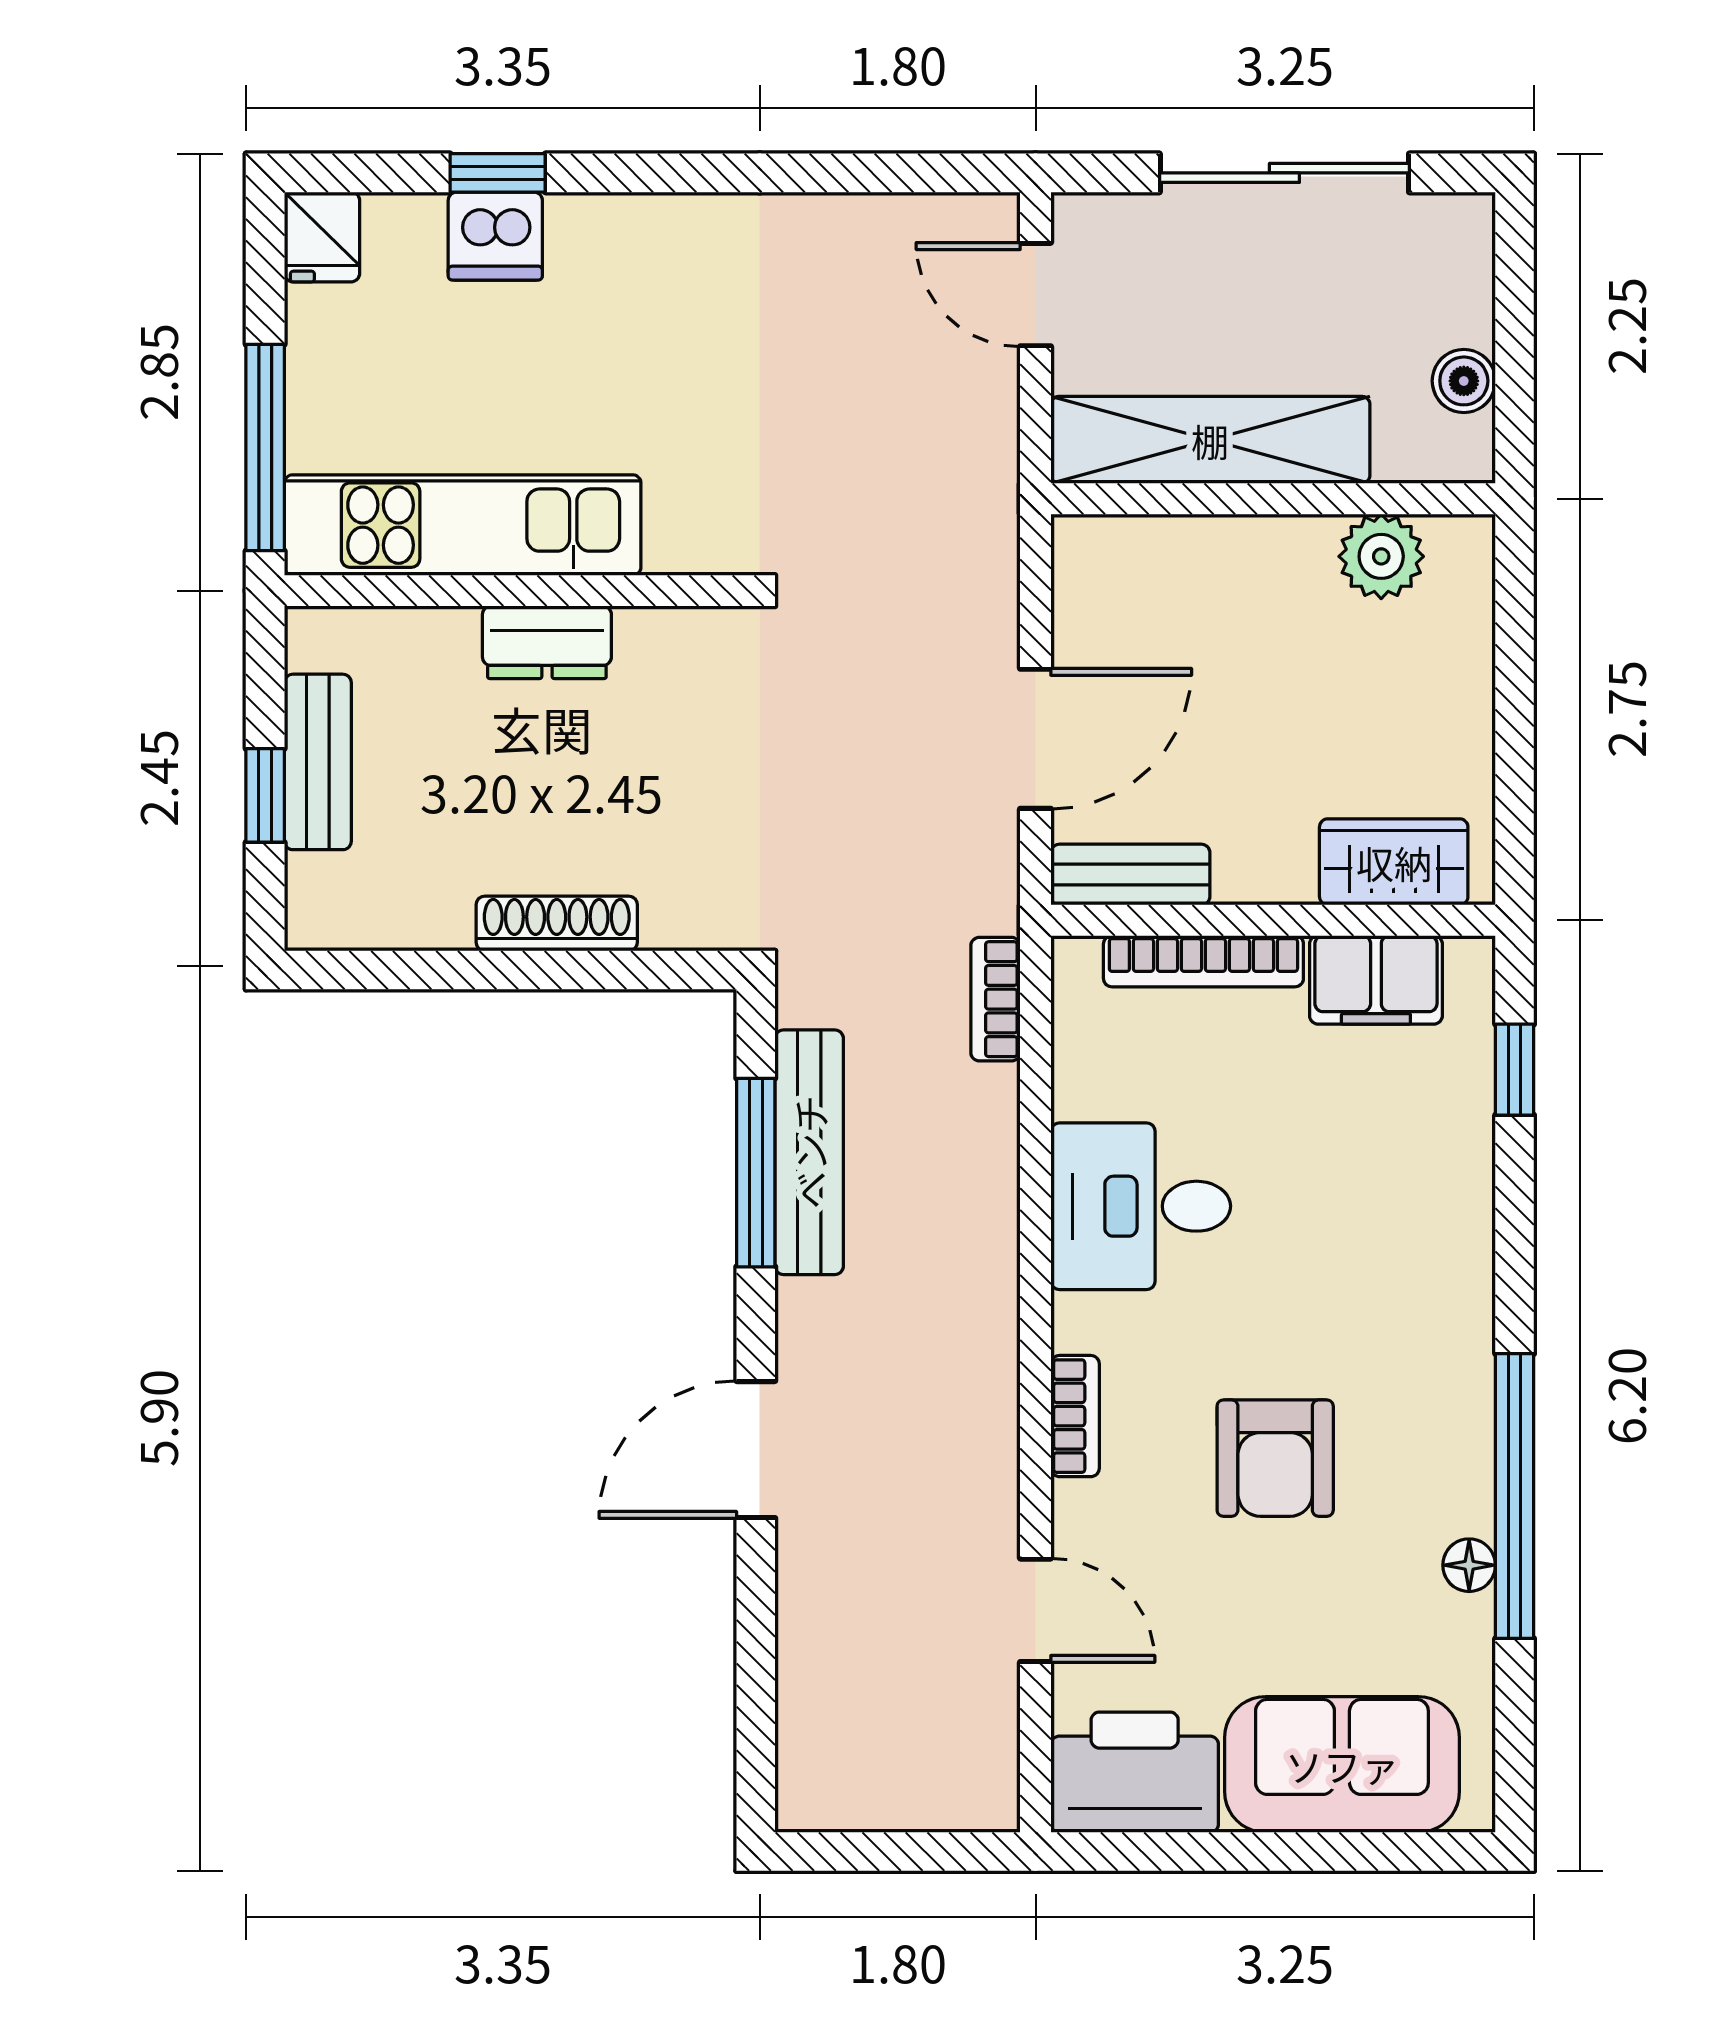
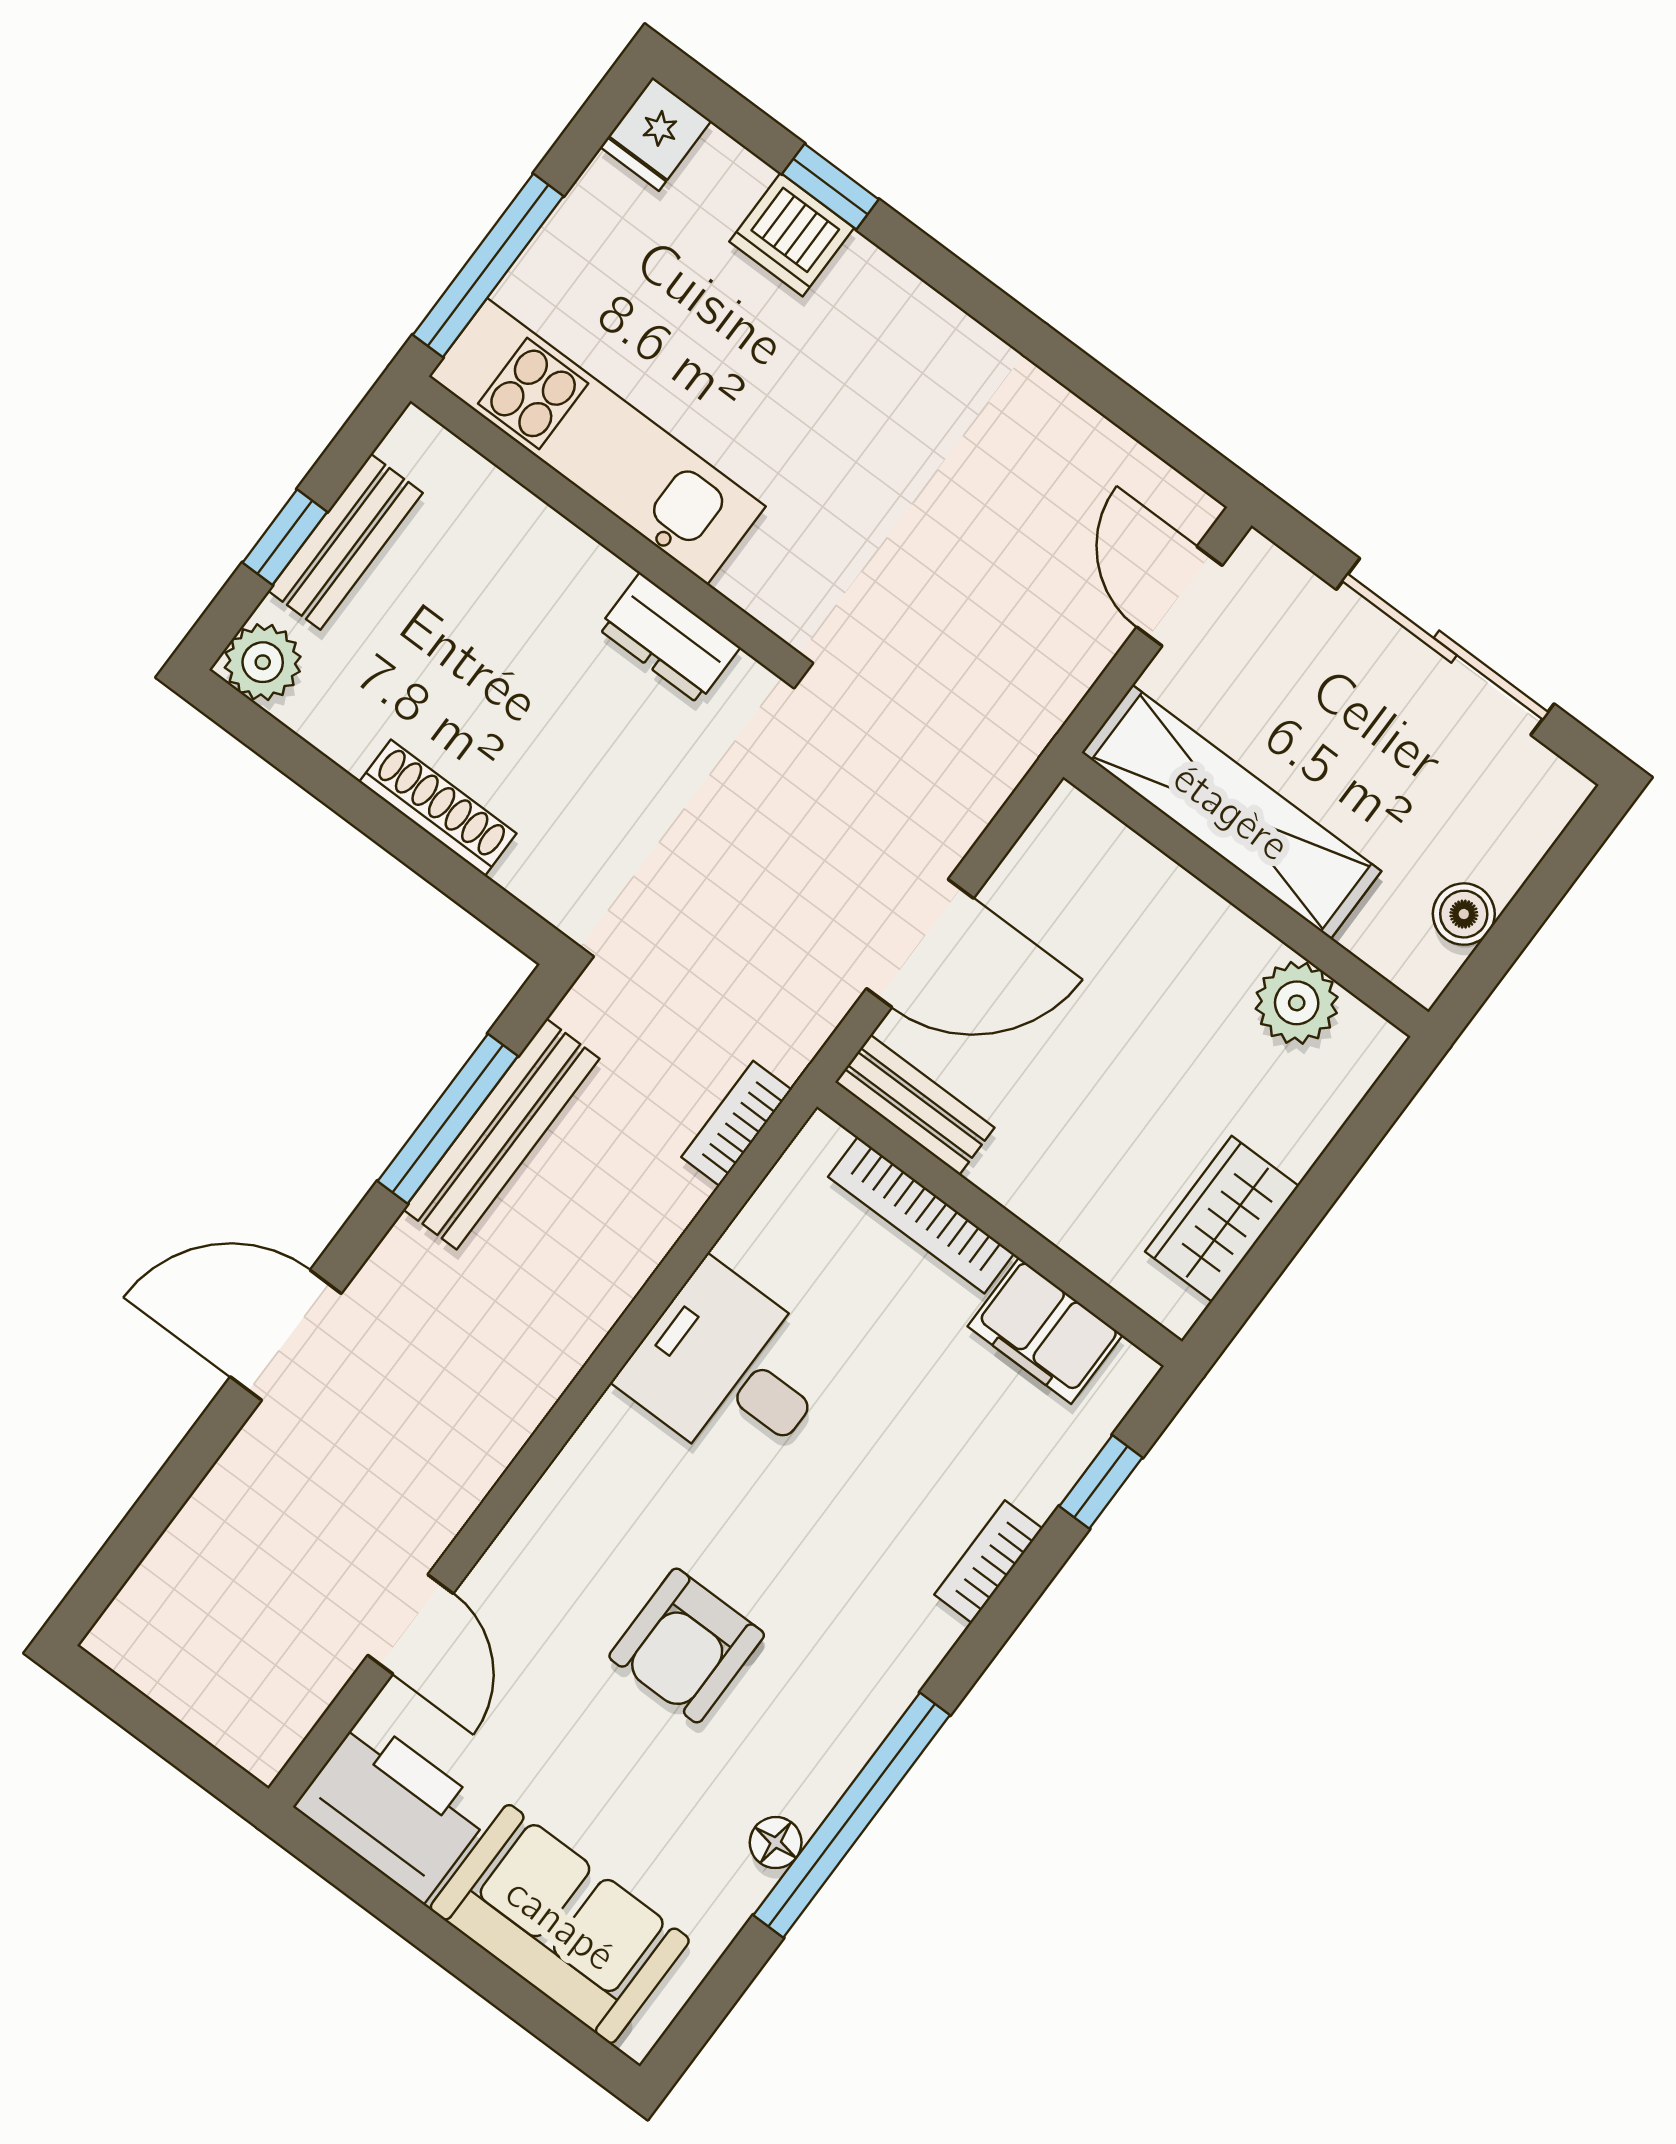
dresser: (547, 642) -> (669, 638), moved
wardrobe: (1394, 862) -> (1222, 1219), moved, turned -90
plant: (324, 912) -> (263, 662), added
bookcase: (1075, 1416) -> (988, 1562), moved, turned 180

